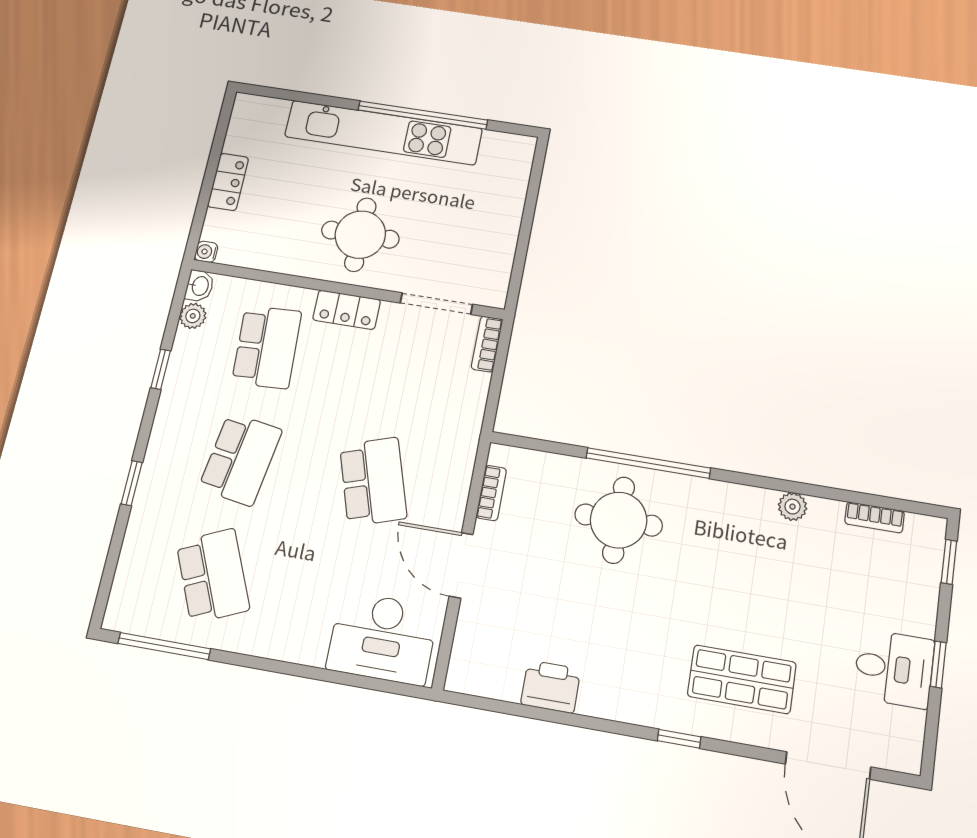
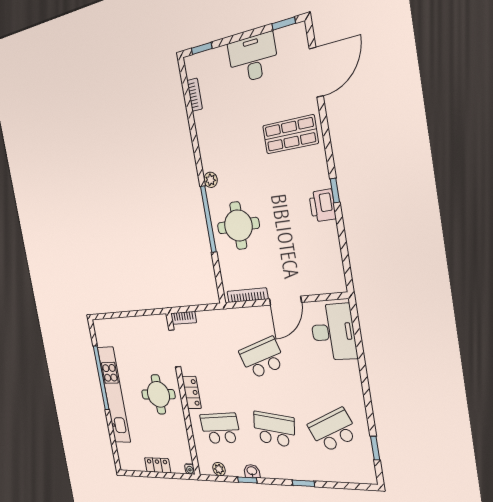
washbasin: (200, 286) -> (252, 471), moved
bookcase: (491, 493) -> (247, 295), width x1.56
plant: (793, 507) -> (211, 180), moved
window: (164, 646) -> (375, 448), width x0.46
window: (938, 664) -> (284, 23), moved
desk: (894, 669) -> (253, 58), width x1.37
shop shelf: (742, 679) -> (290, 134), turned 90
printer: (551, 687) -> (322, 206), moved
window: (679, 739) -> (335, 191), moved

